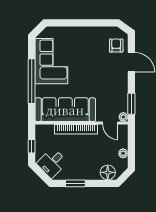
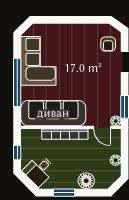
armchair: (116, 46) -> (108, 44), turned 180
floor lamp: (108, 172) -> (86, 181), moved

